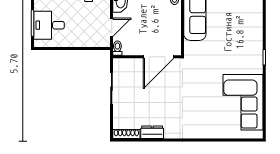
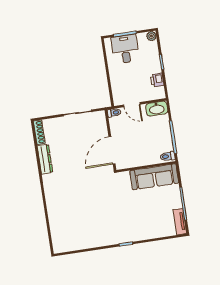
door: (159, 57) -> (112, 150), hinge flipped
corner sofa: (243, 102) -> (83, 231), removed
dresser: (152, 132) -> (45, 159), width x1.44

